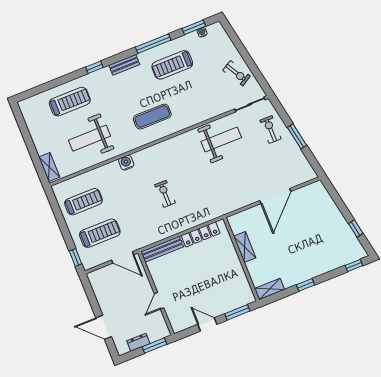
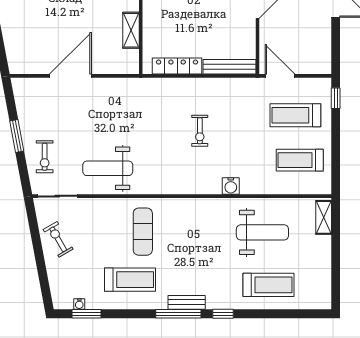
window: (153, 44) -> (178, 314), moved
treadmill: (70, 102) -> (268, 285), turned 180
exercise mat: (152, 117) -> (143, 232), moved, turned 90

